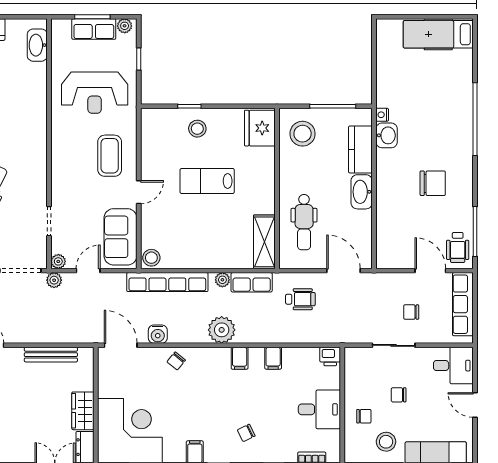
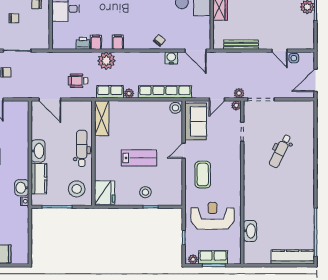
washbasin: (37, 45) -> (250, 231), moved
dental chair: (304, 222) -> (82, 148), moved
plant: (222, 330) -> (106, 61), moved
printer: (330, 357) -> (83, 43), moved

